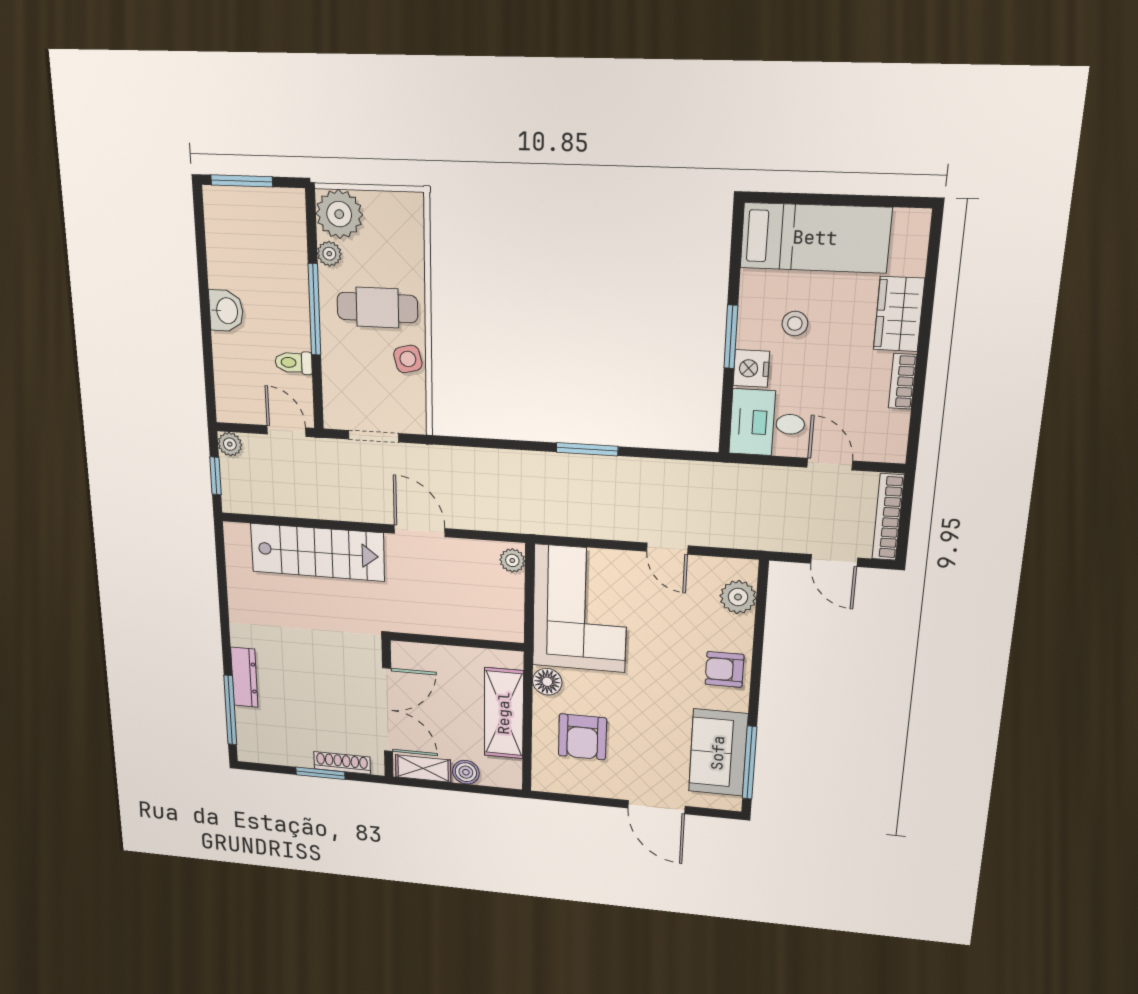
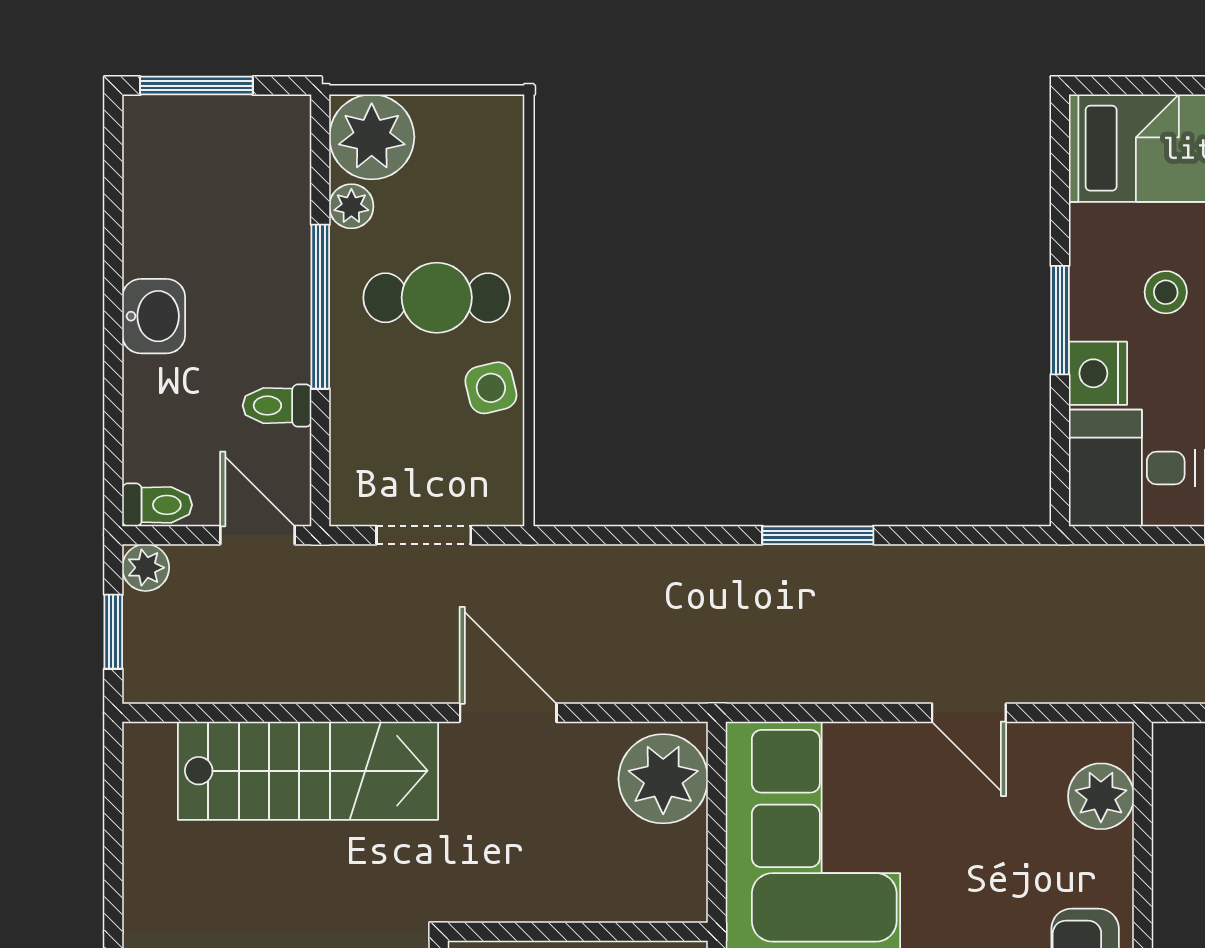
toilet: (234, 412) -> (157, 505), added
plant: (512, 560) -> (663, 779), width x1.88, depth x1.88

